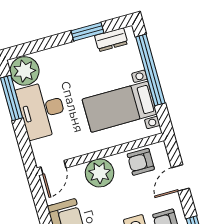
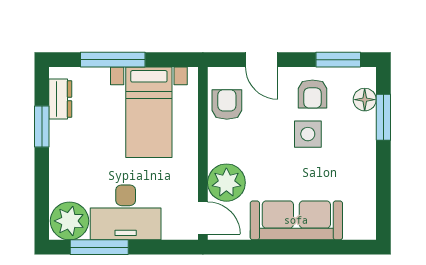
window: (150, 70) -> (113, 60), width x0.68
armchair: (141, 162) -> (227, 105), turned 180
plant: (100, 173) -> (226, 183), moved

